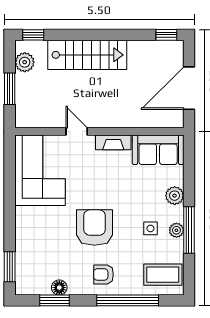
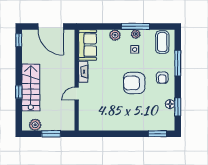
window: (33, 35) -> (19, 92), moved
corner sofa: (40, 170) -> (100, 116), removed
window: (128, 300) -> (178, 63), width x0.68

